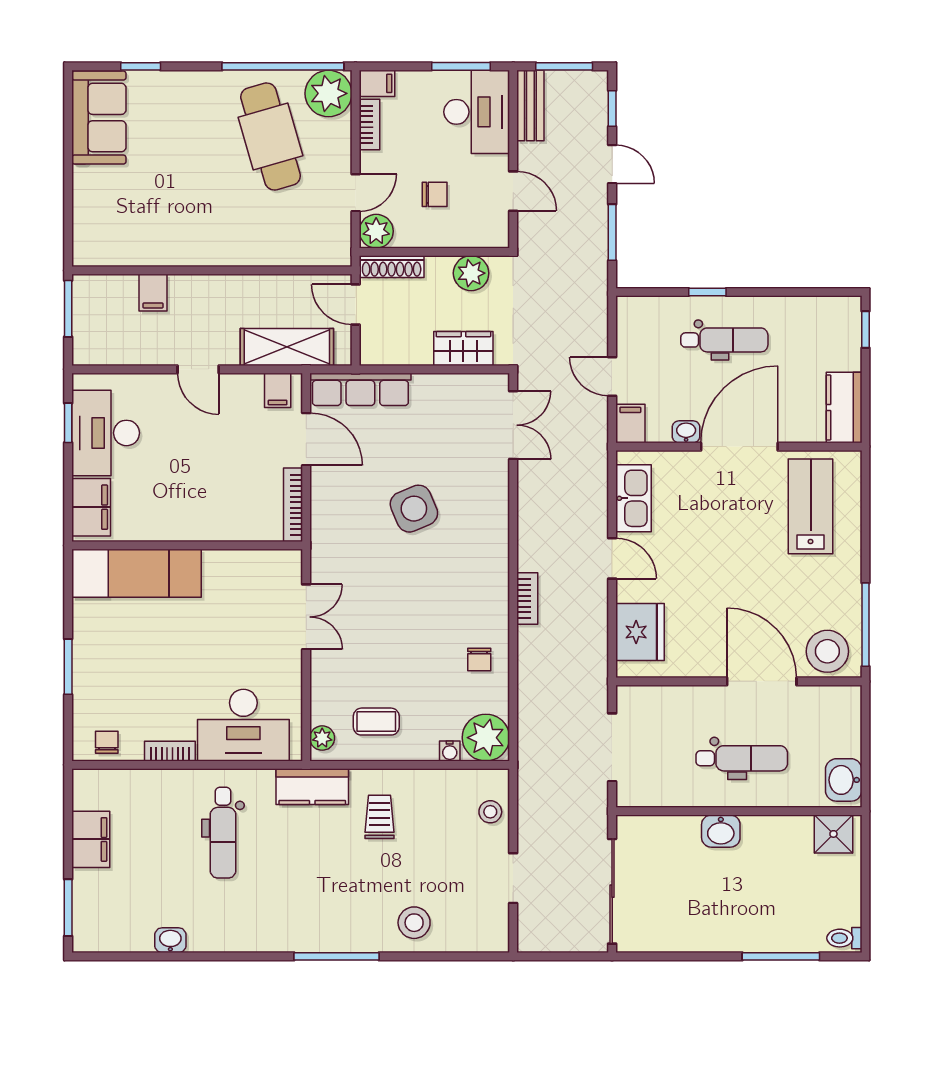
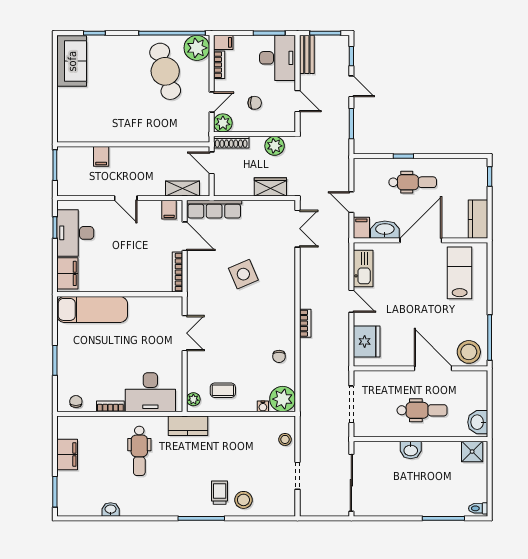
shelving: (287, 347) -> (183, 189), width x0.67, depth x0.75
washbasin: (686, 432) -> (385, 230), width x1.91, depth x1.45
trolley: (380, 817) -> (220, 493), moved

